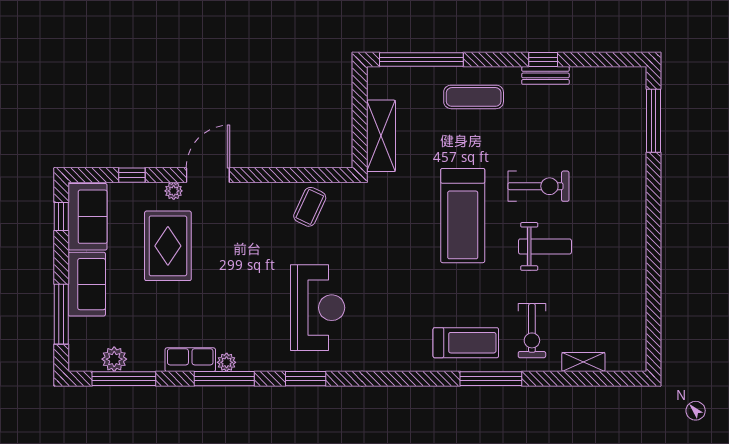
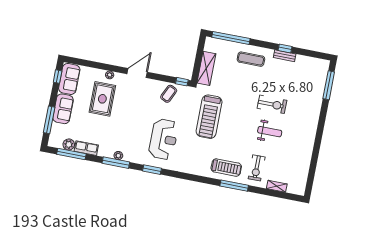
window: (132, 175) -> (182, 82), moved
door: (208, 175) -> (137, 73), moved
treadmill: (463, 216) -> (209, 117), moved
row of seats: (190, 360) -> (86, 148), moved

